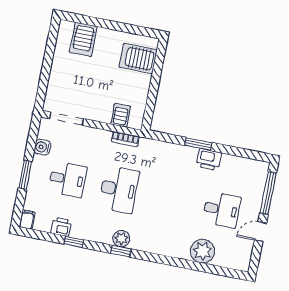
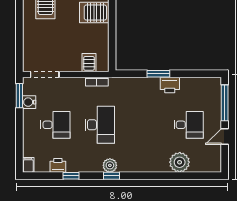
window: (25, 175) -> (19, 96), moved

